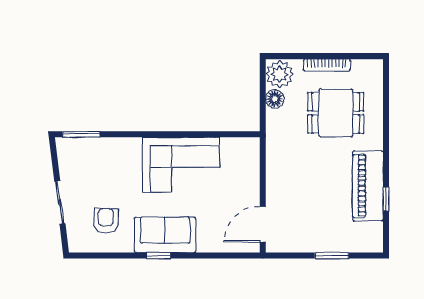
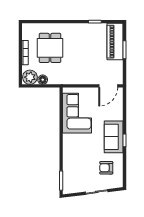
corner sofa: (181, 165) -> (77, 113), moved
piano: (368, 186) -> (115, 42), moved, turned 90
door: (263, 224) -> (108, 86), hinge flipped

